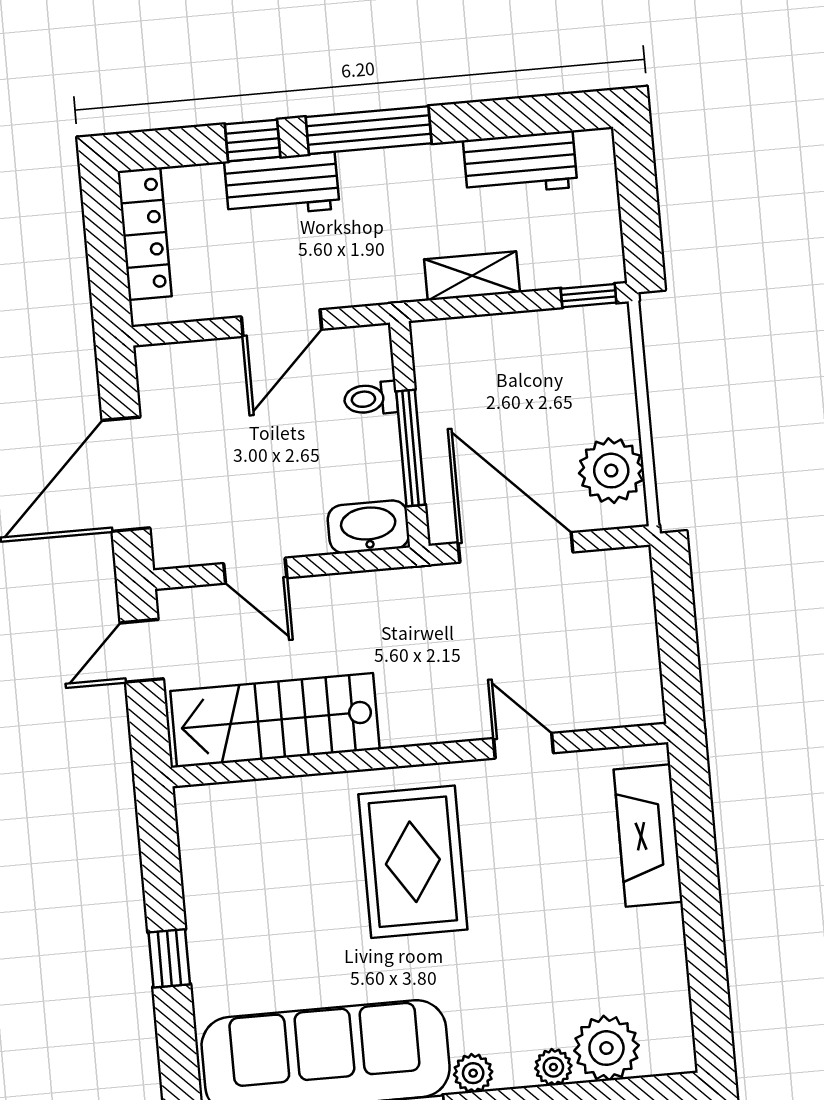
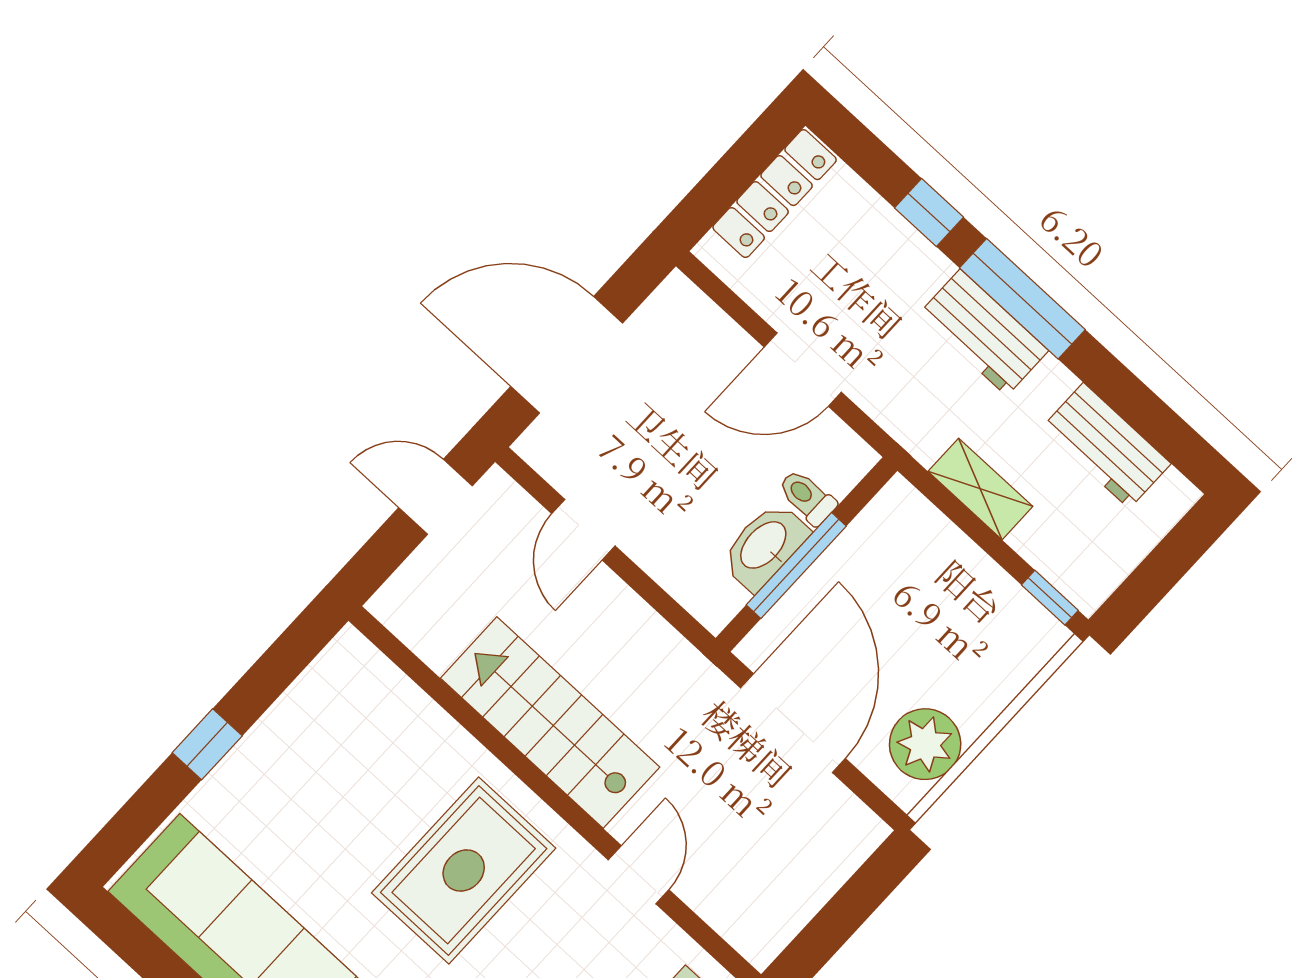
workbench: (282, 185) -> (983, 333), moved
washbasin: (368, 527) -> (764, 546), moved, turned -90
stairs: (275, 720) -> (550, 723), moved

